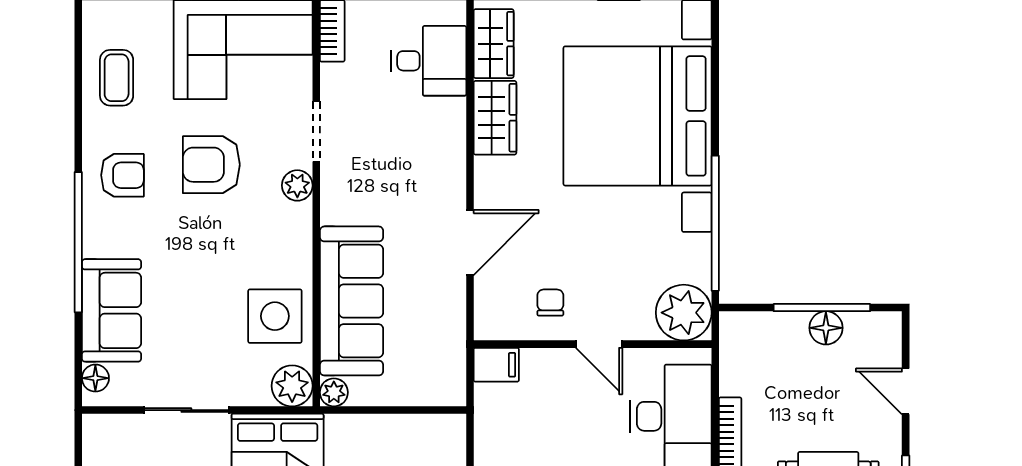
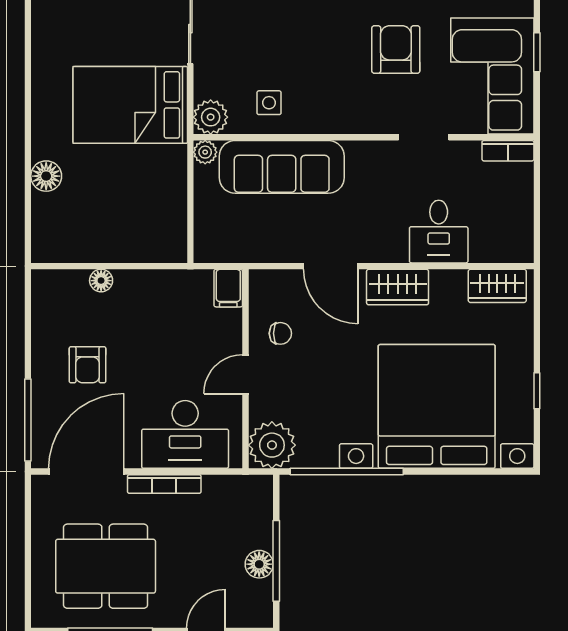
desk: (429, 61) -> (439, 232), moved
wardrobe: (495, 118) -> (398, 287), moved
plant: (297, 185) -> (378, 121), removed
side table: (275, 316) -> (269, 103), width x0.54, depth x0.54

